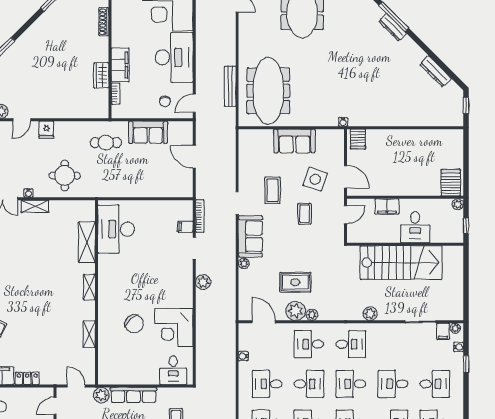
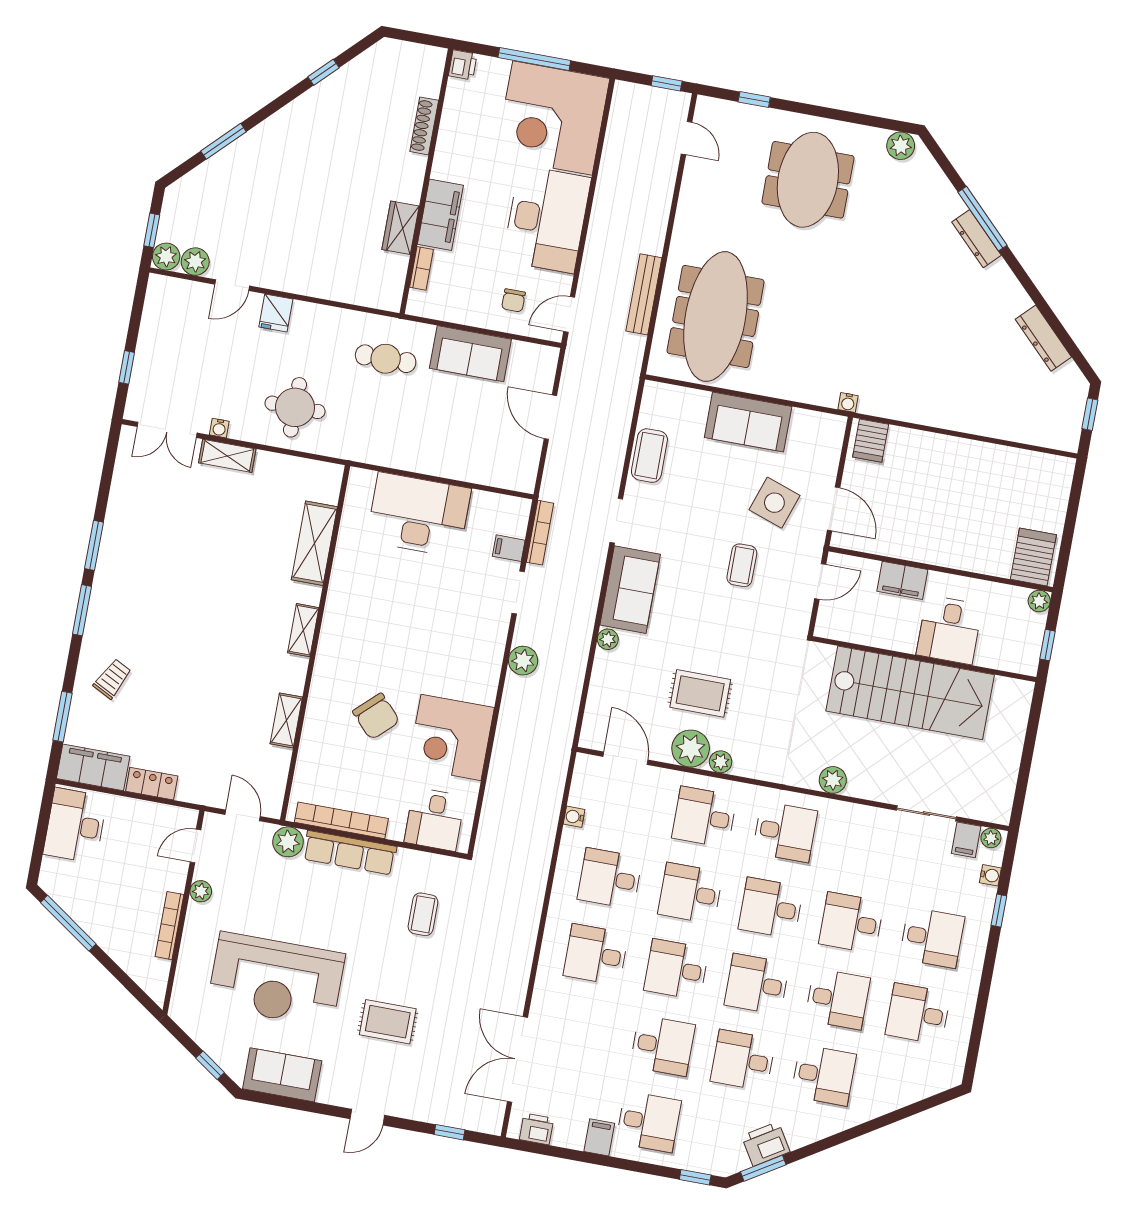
coffee table: (272, 190) -> (649, 456), moved
desk: (116, 229) -> (419, 515), moved, turned 90
bookcase: (126, 379) -> (341, 820), added
desk: (309, 384) -> (690, 893), turned 180

